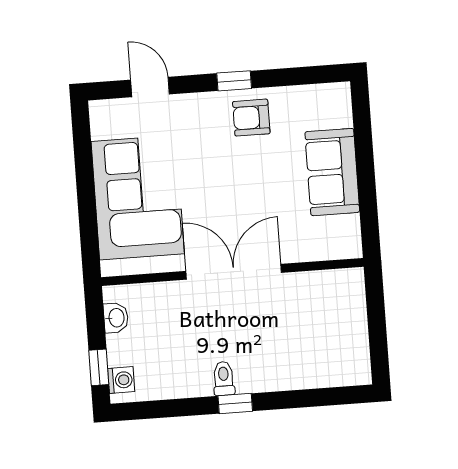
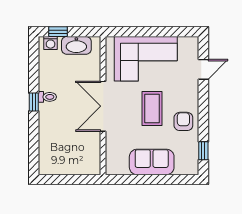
window: (234, 81) -> (203, 151), moved
coffee table: (231, 179) -> (152, 108), added
double door: (234, 272) -> (103, 106), swing flipped
washbasin: (116, 318) -> (76, 45), width x1.91, depth x1.45

